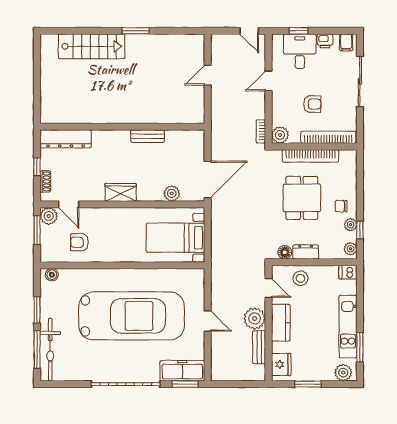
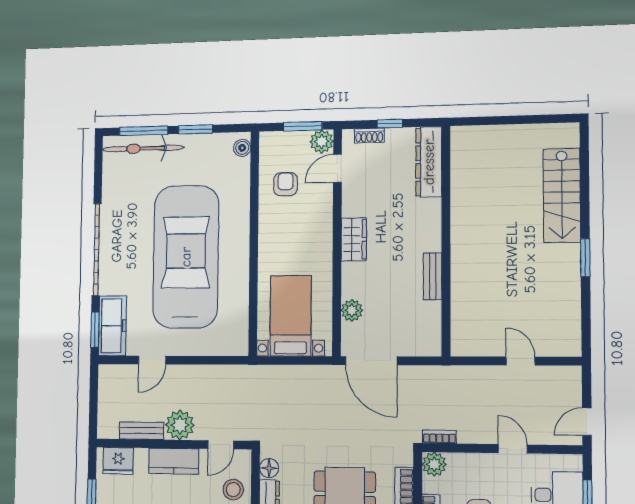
car: (132, 316) -> (186, 257), turned 180
door: (208, 321) -> (152, 360), moved

